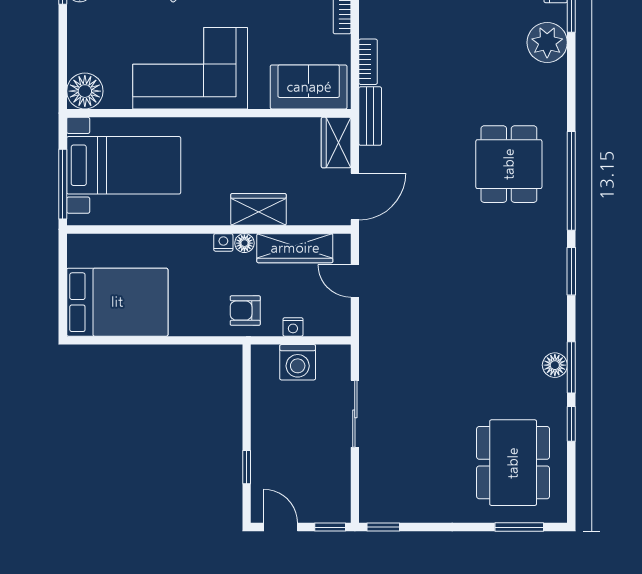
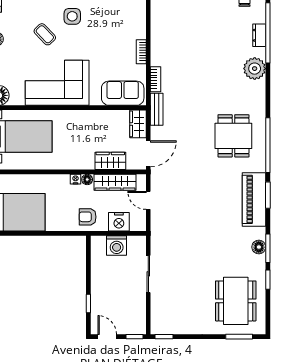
wardrobe: (258, 209) -> (110, 161), moved
piano: (546, 279) -> (254, 199), added
nightstand: (293, 327) -> (119, 222), width x1.89, depth x1.79

